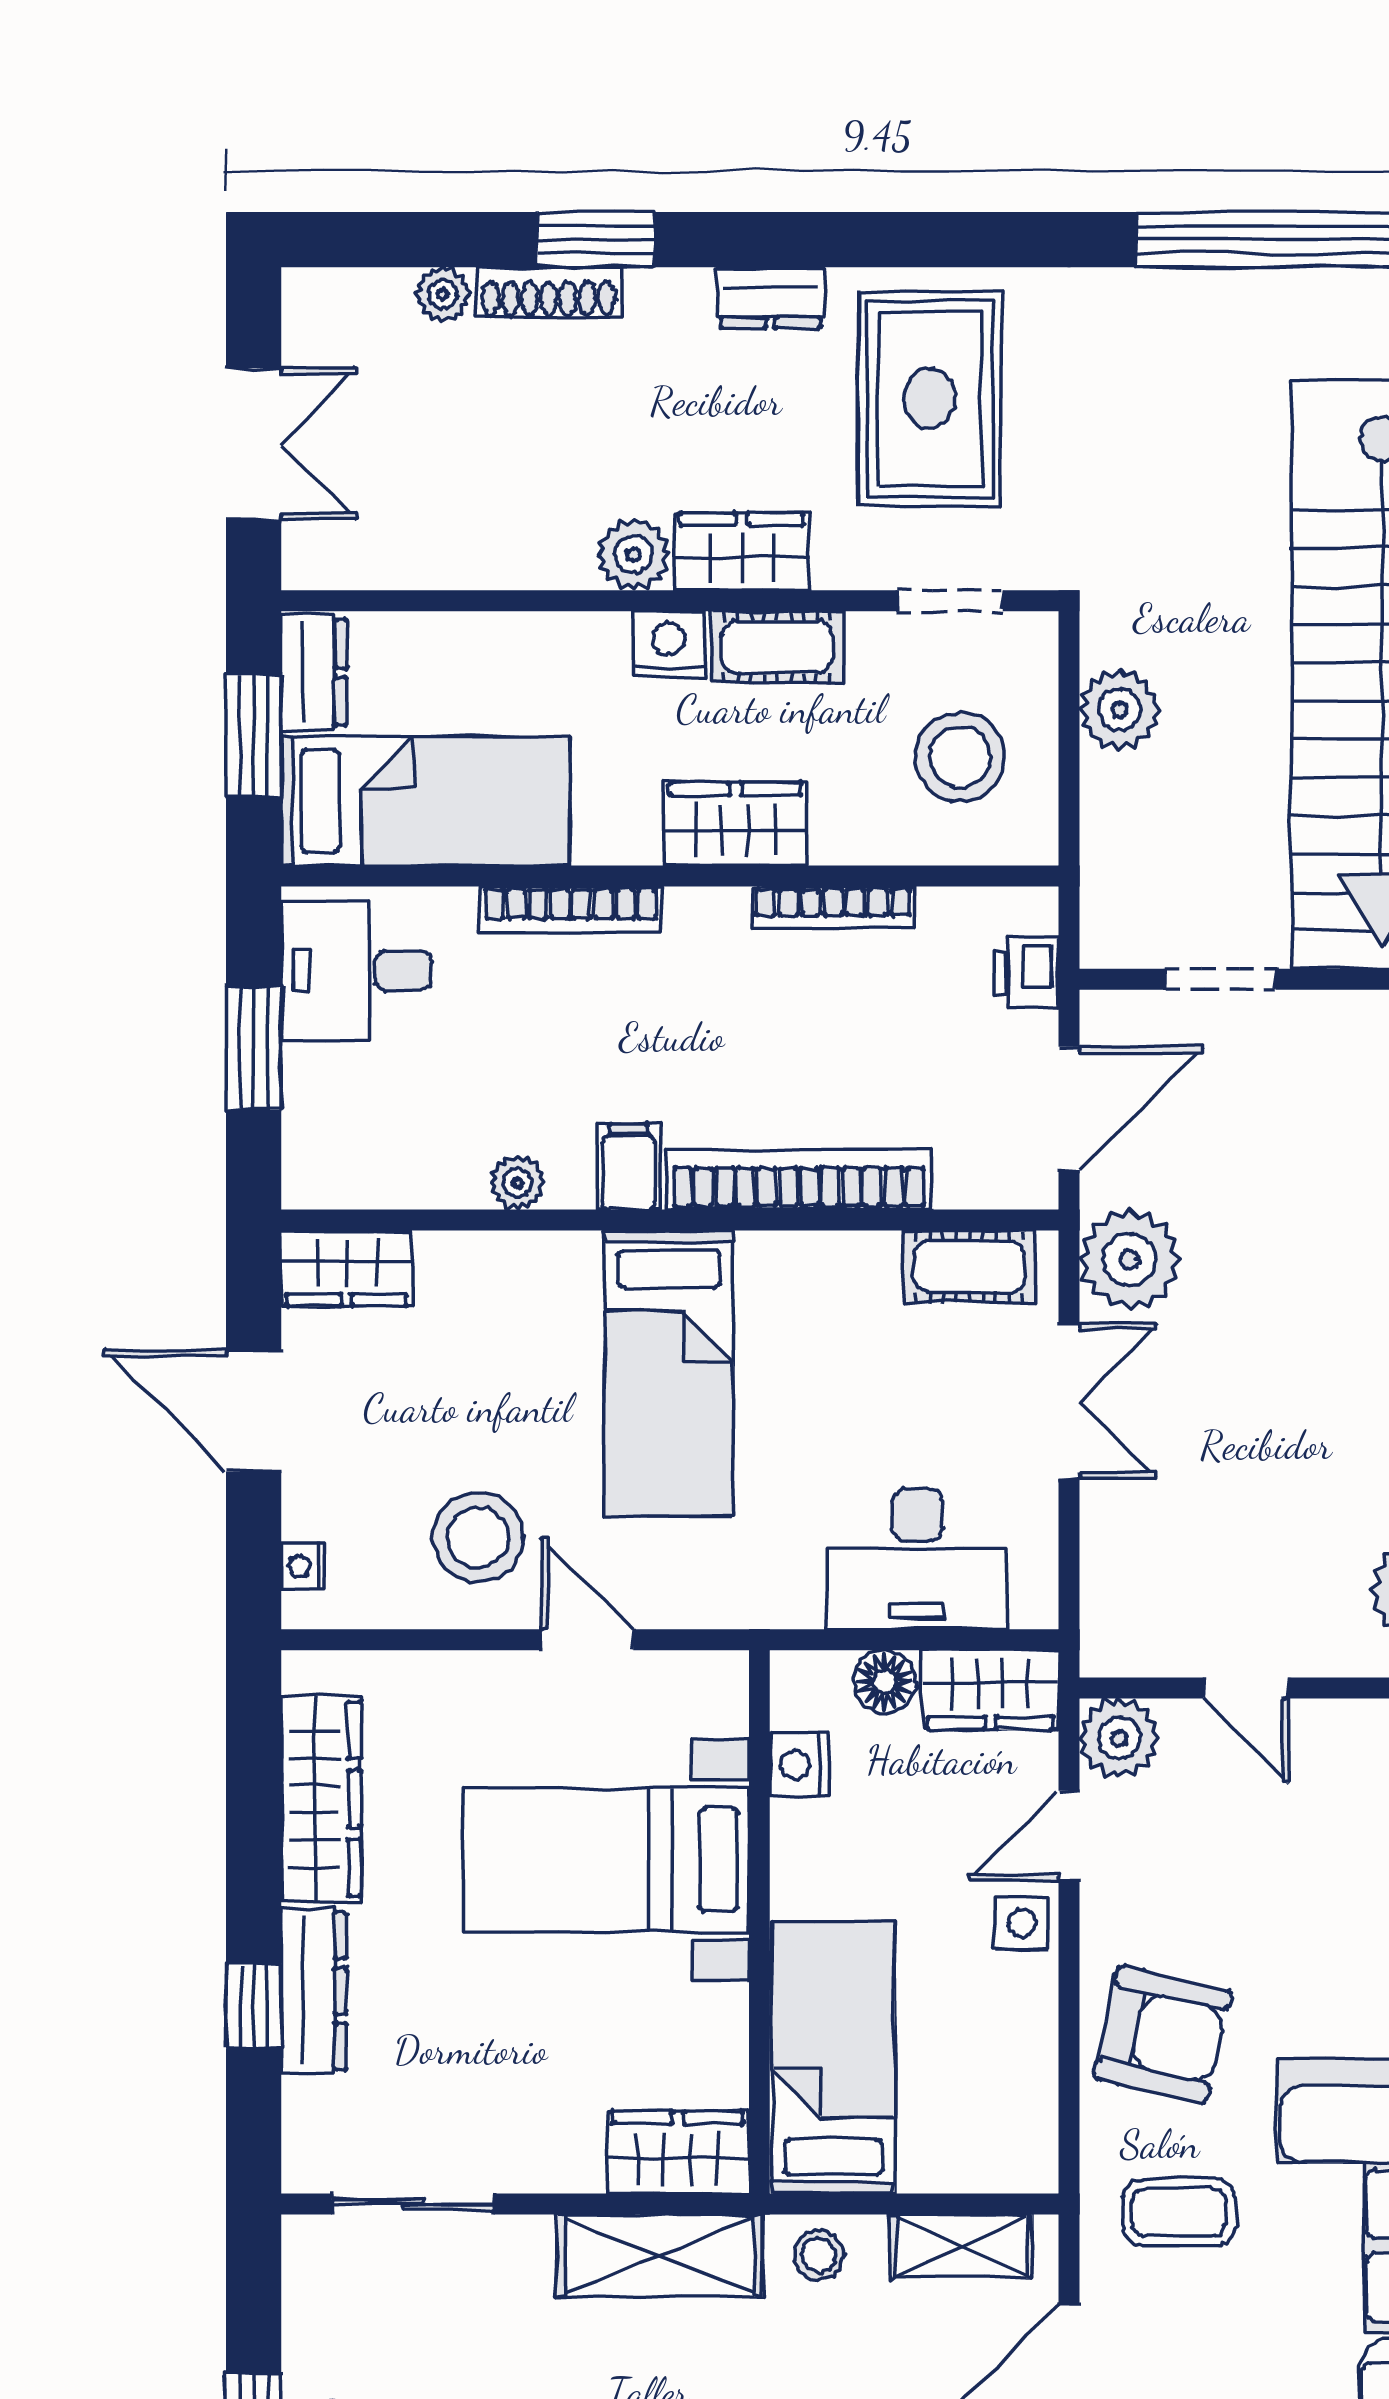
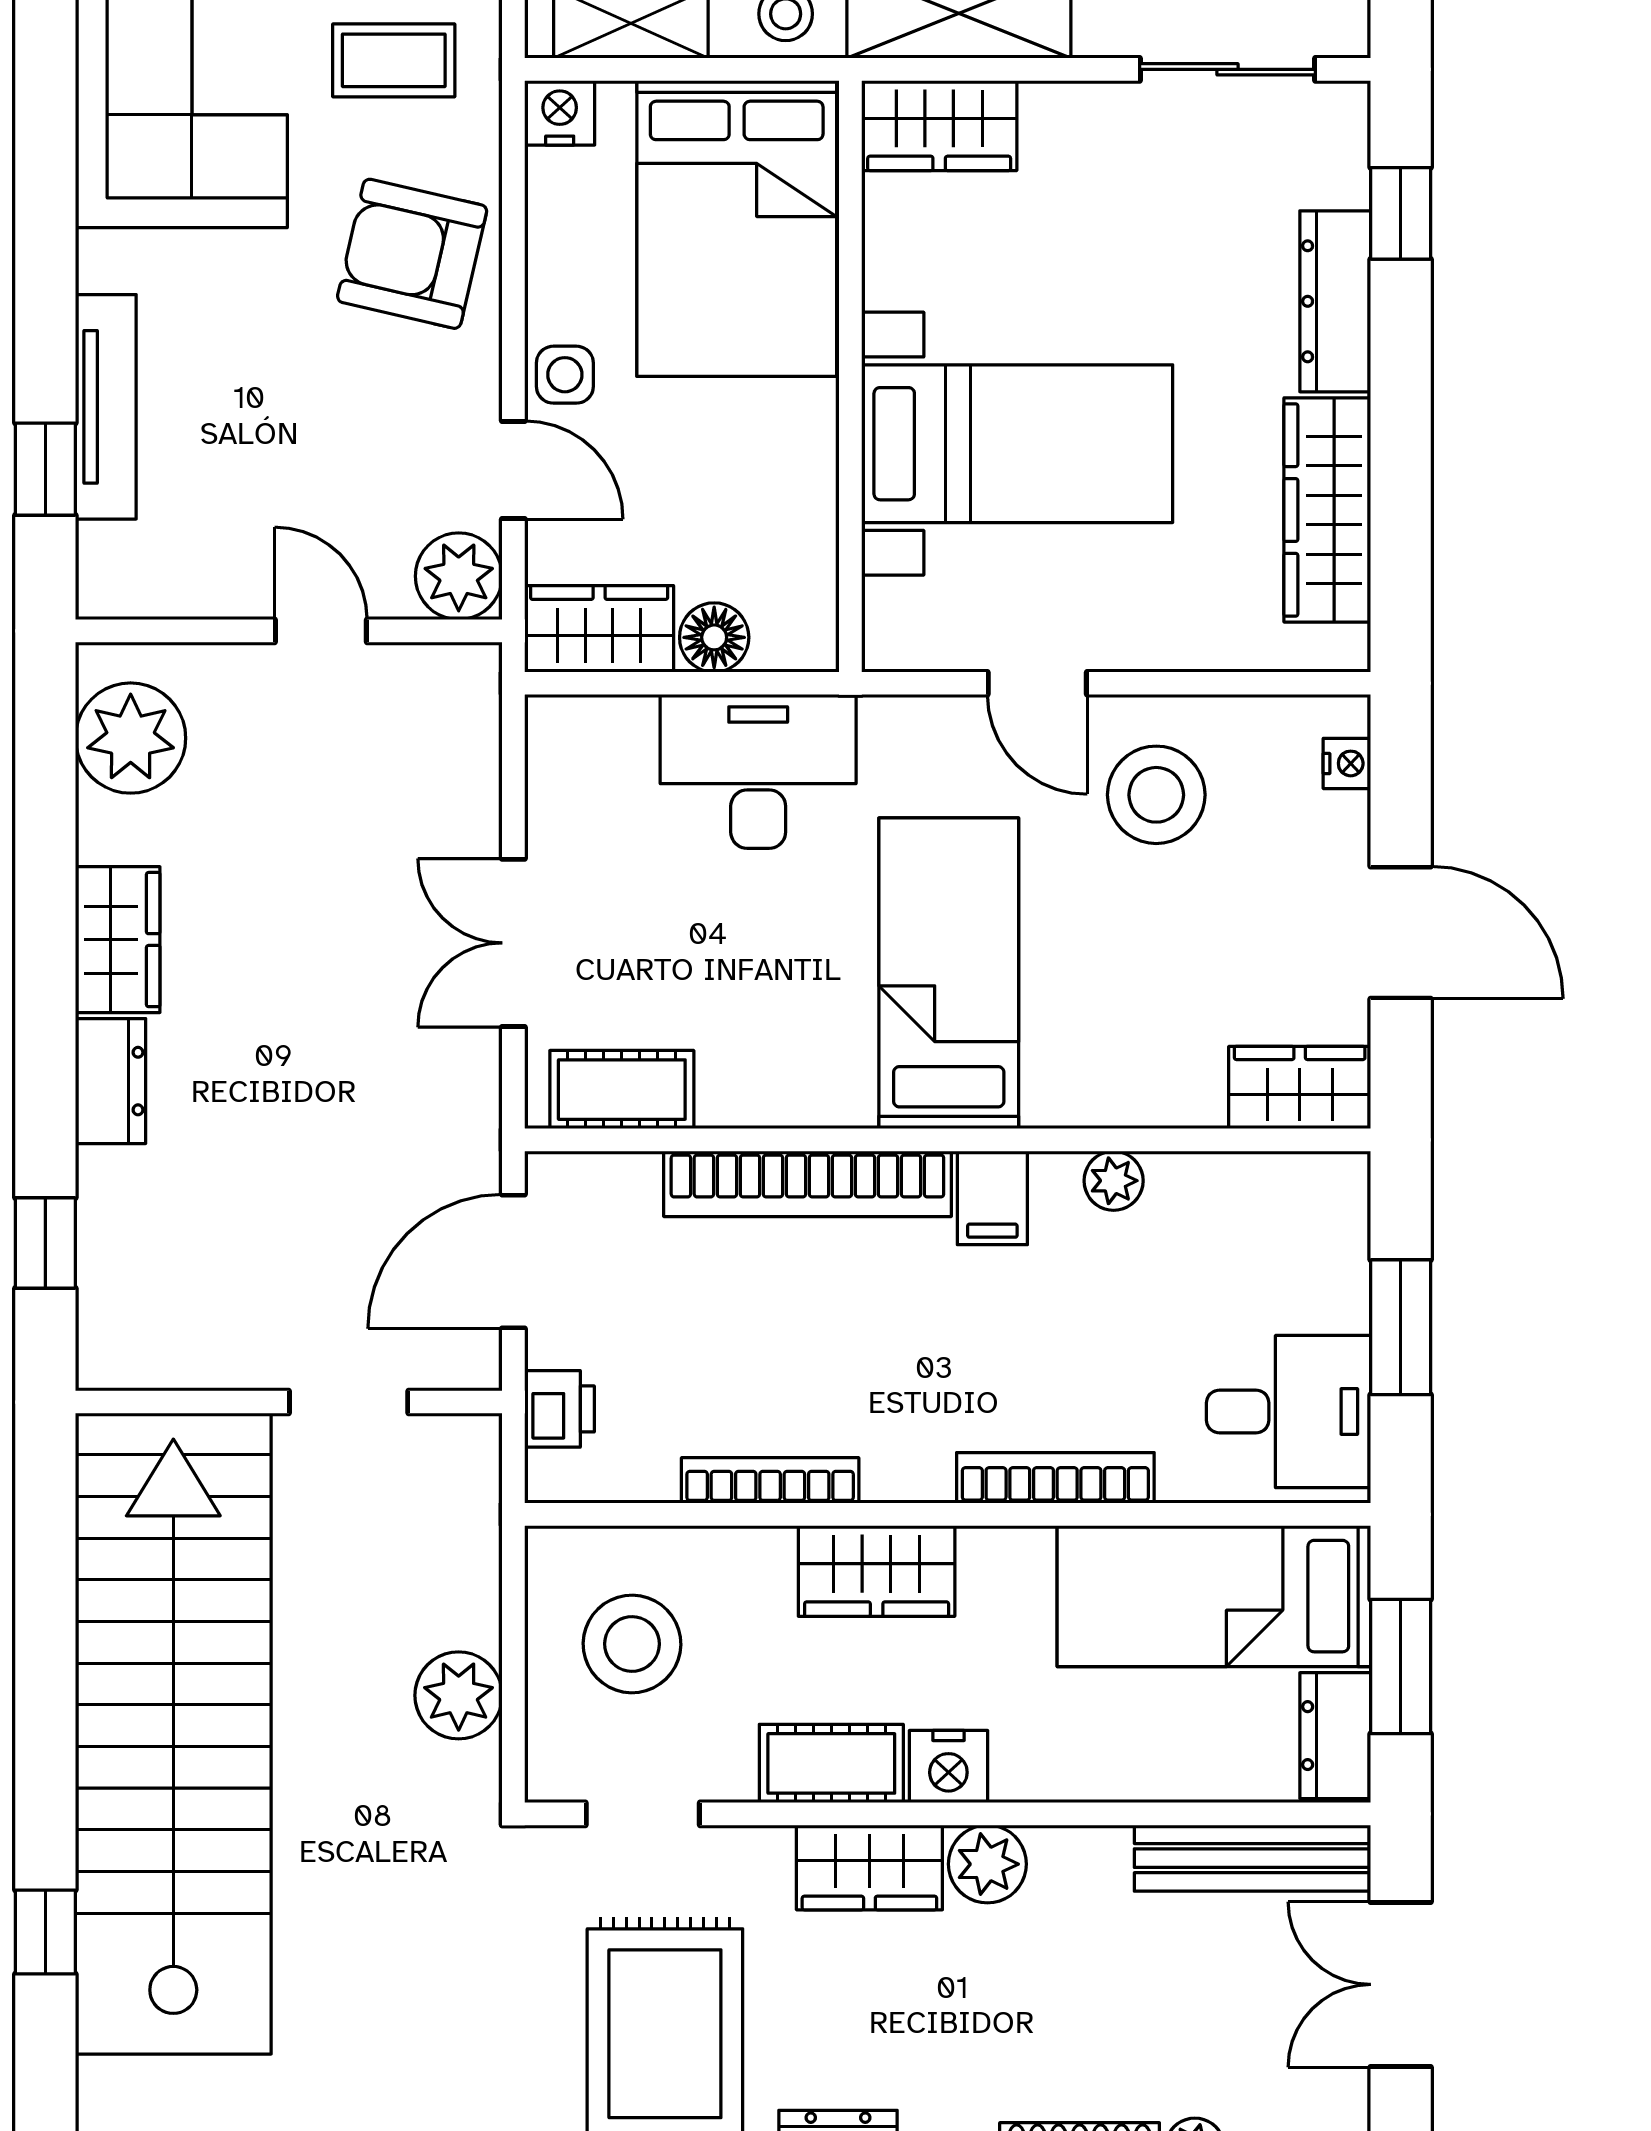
bench: (390, 560) -> (1252, 1858), added
plant: (1130, 1260) -> (447, 1097), removed
desk: (917, 1559) -> (758, 771), moved
nightstand: (799, 1765) -> (560, 113), moved, turned -90
door: (1069, 1836) -> (513, 470), hinge flipped
window: (254, 2006) -> (1401, 213), moved
bed: (833, 2058) -> (737, 228), width x1.50

